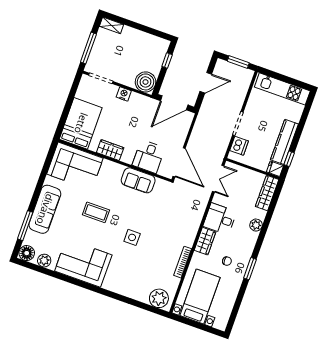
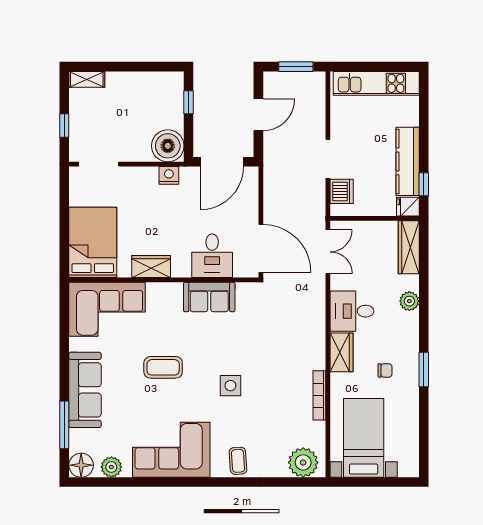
window: (88, 48) -> (64, 125), width x0.46
nightstand: (124, 94) -> (169, 175), moved
coffee table: (121, 284) -> (238, 461), added

